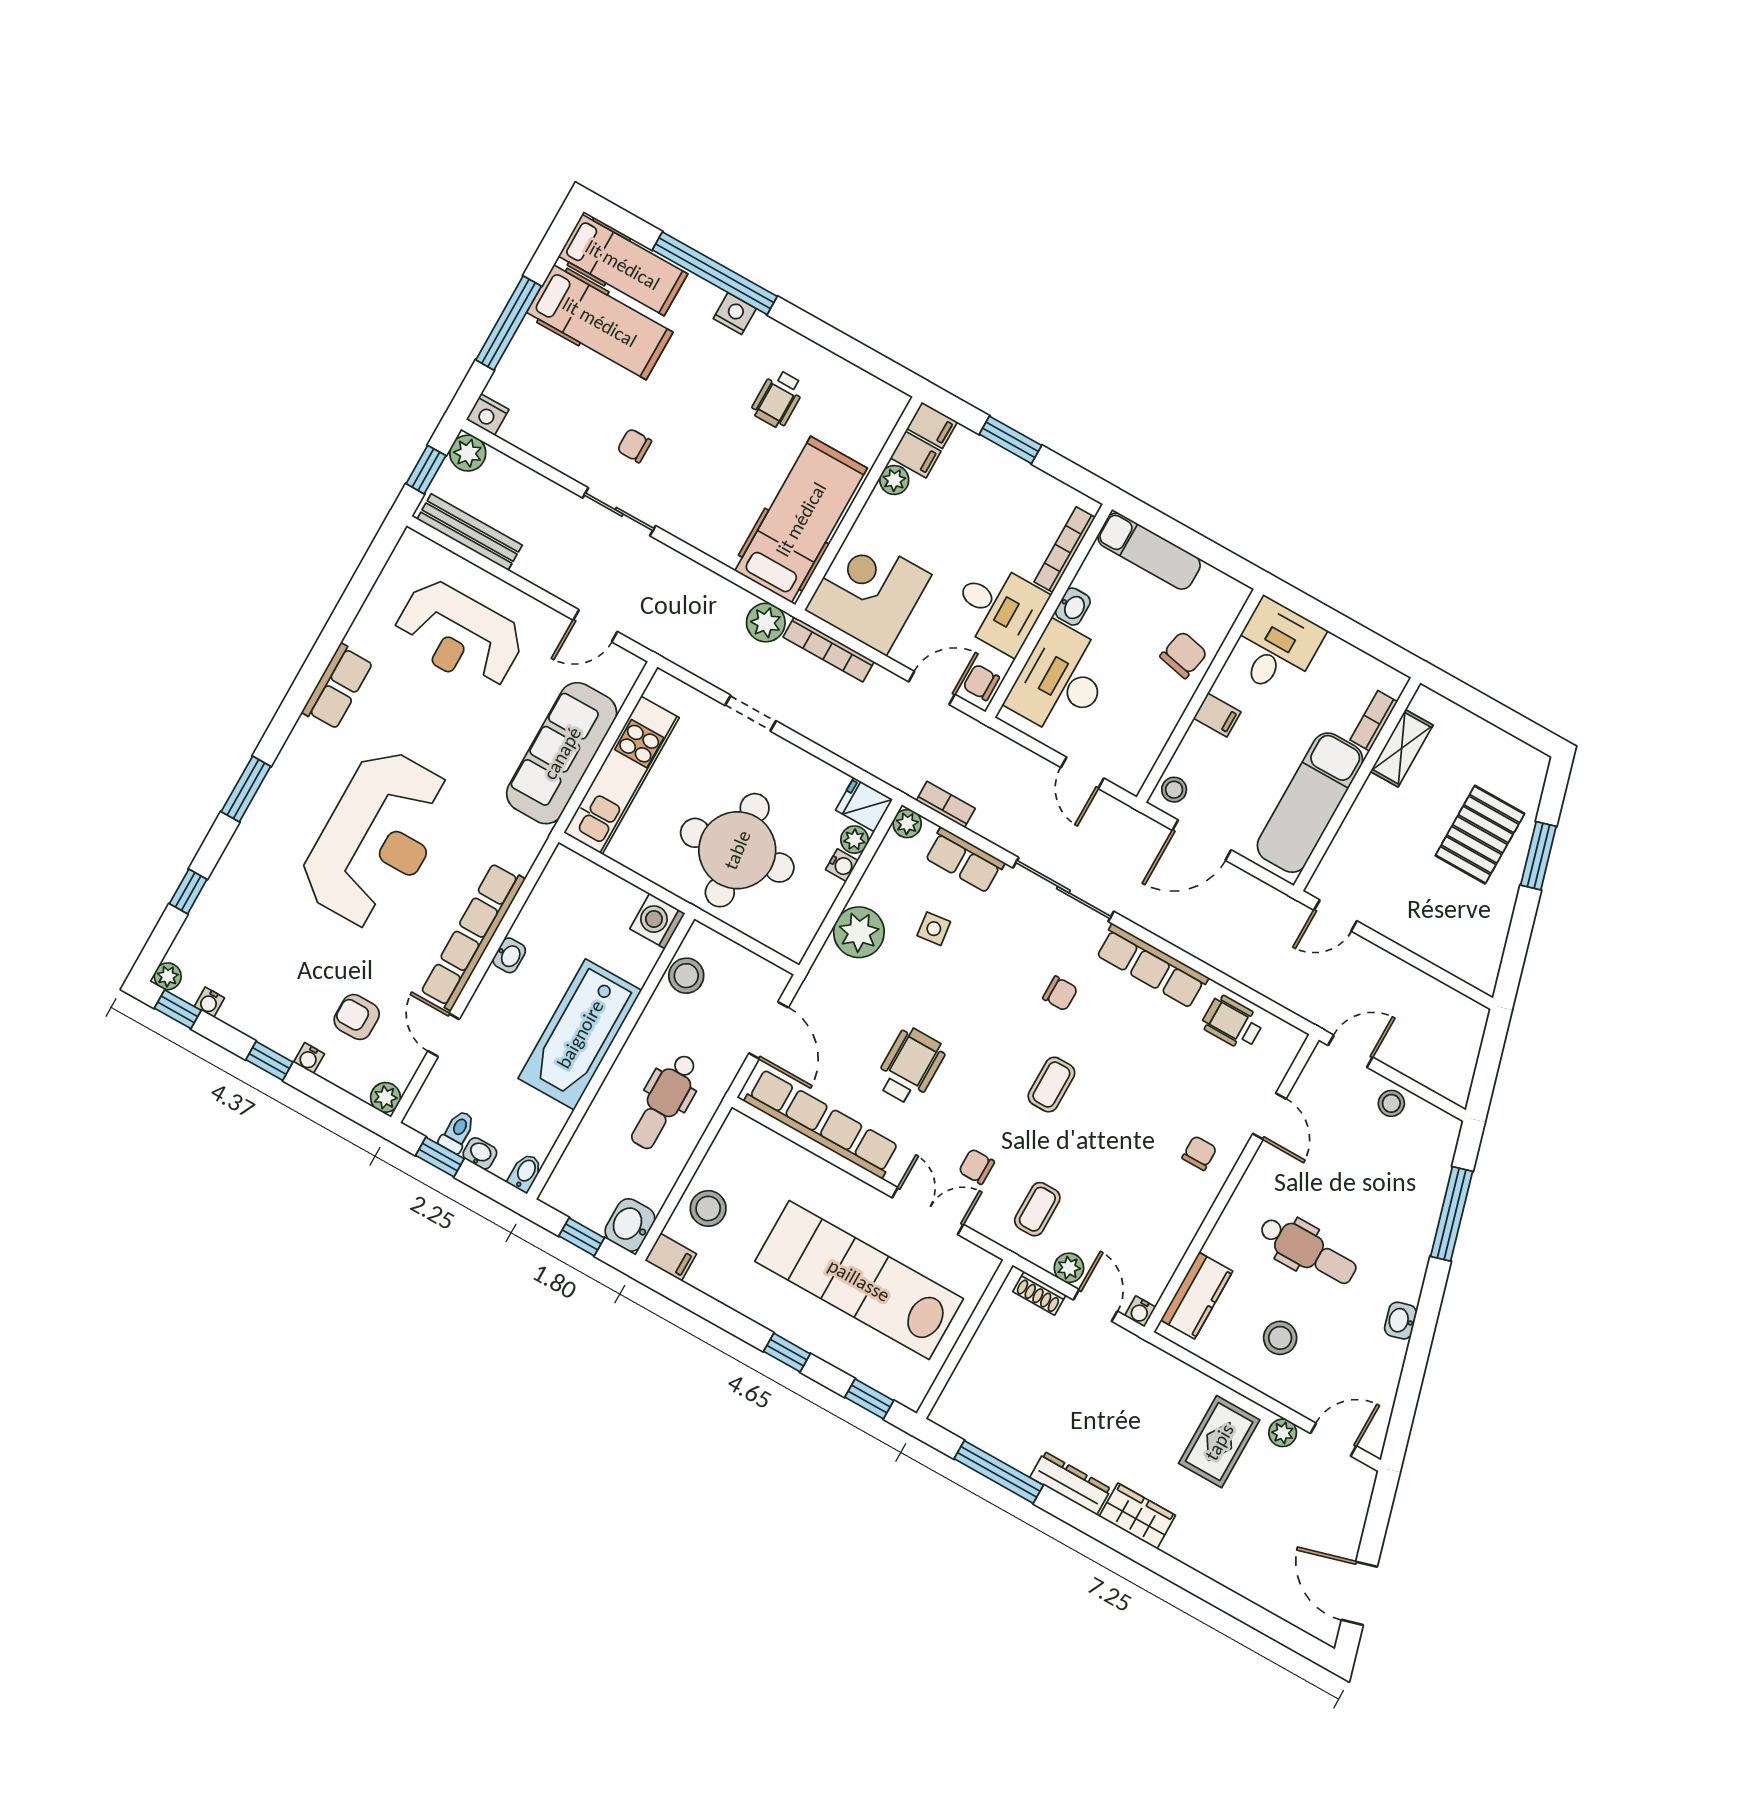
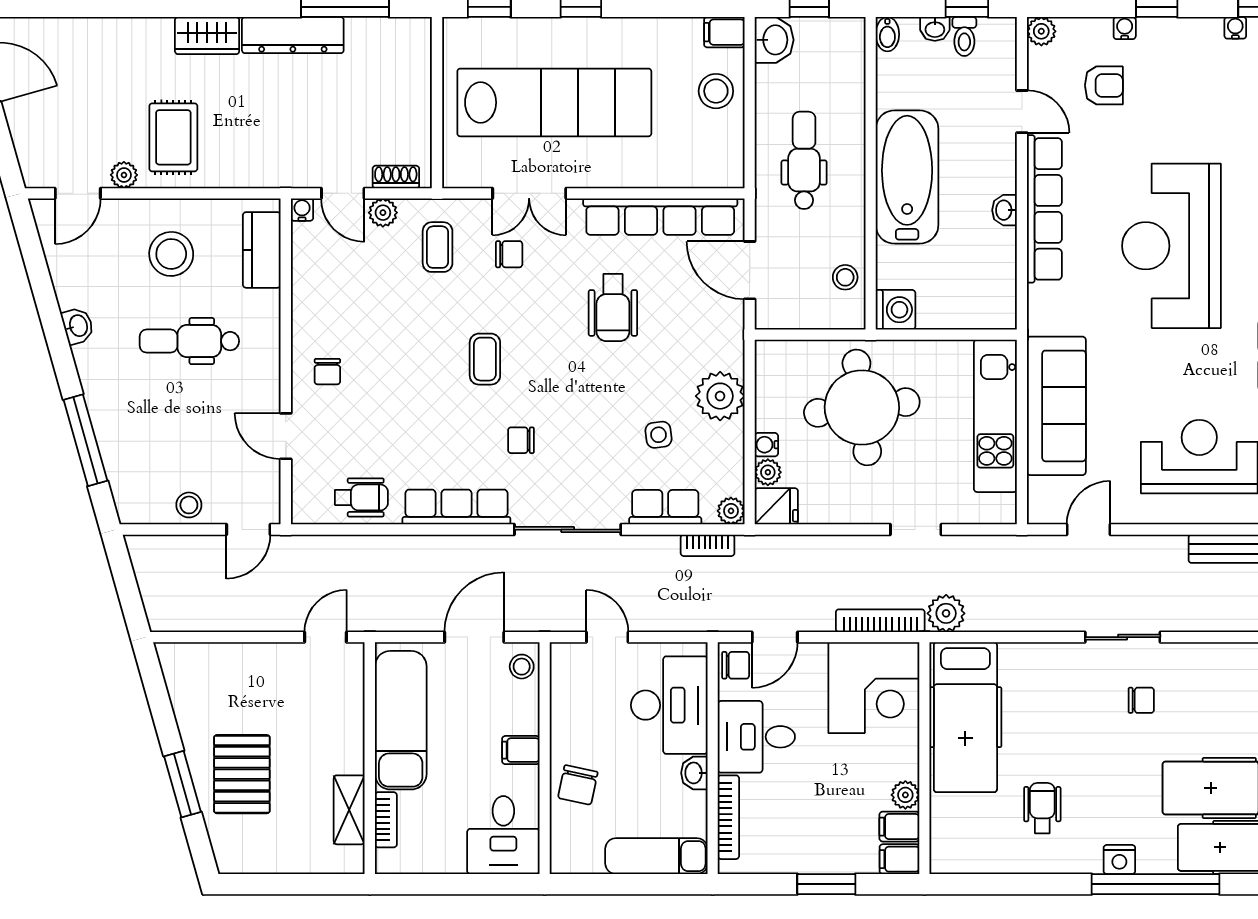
stool: (686, 976) -> (845, 277), width x0.73, depth x0.73
stool: (1280, 1338) -> (171, 254), width x1.38, depth x1.38
dresser: (1070, 1483) -> (293, 35), width x1.37, depth x1.24

